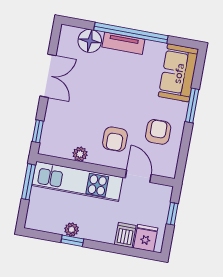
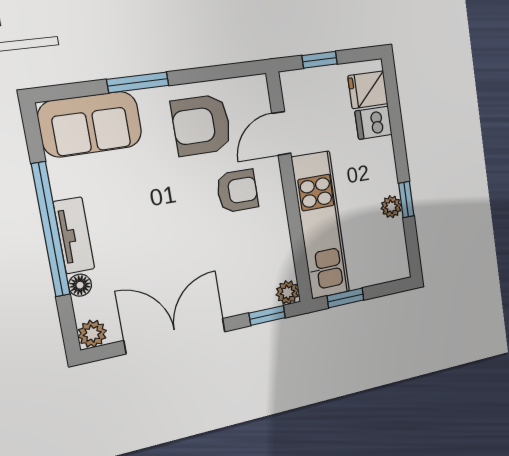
plant: (68, 33) -> (92, 334), added
floor lamp: (90, 41) -> (80, 285), width x0.53, depth x0.53
double door: (48, 76) -> (175, 336), width x1.37
armchair: (158, 132) -> (202, 125), width x1.38, depth x1.38
plant: (80, 154) -> (287, 292), moved
window: (28, 182) -> (345, 298), width x0.67

